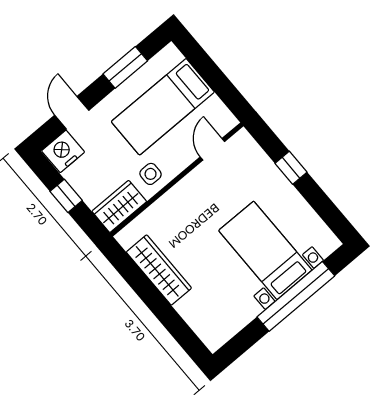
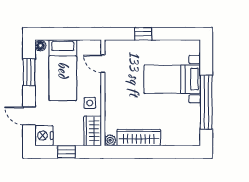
floor lamp: (170, 54) -> (40, 45), added
plant: (126, 238) -> (110, 140), added
window: (296, 296) -> (206, 102), moved

